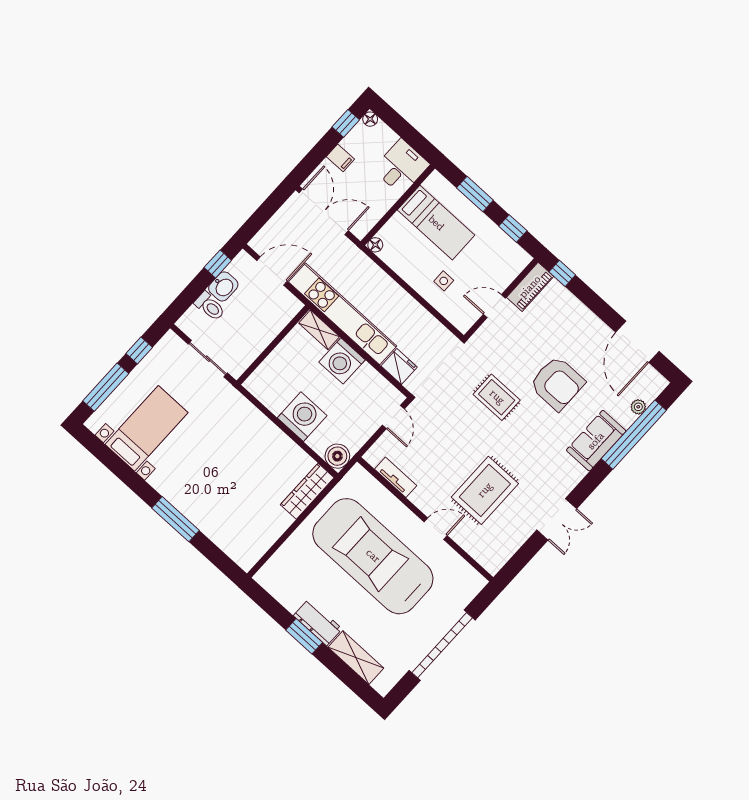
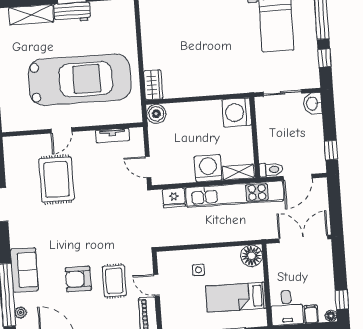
filing cabinet: (340, 158) -> (311, 314), moved, turned 90
double door: (324, 212) -> (303, 239), swing flipped
floor lamp: (375, 245) -> (252, 256), width x1.89, depth x1.89
washbasin: (223, 286) -> (313, 103), moved
toilet: (210, 306) -> (271, 170), moved, turned 180
door: (494, 306) -> (157, 285), swing flipped
armchair: (557, 383) -> (78, 279), width x0.73, depth x0.73
rug: (497, 397) -> (114, 281), moved, turned 90
washing machine: (302, 417) -> (237, 112), moved, turned 90
wardrobe: (307, 491) -> (153, 85), width x0.67

